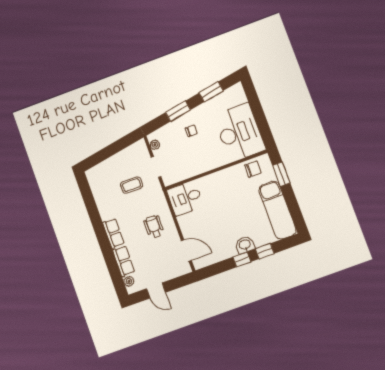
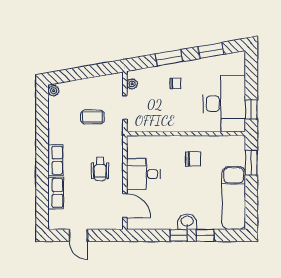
window: (264, 129) -> (251, 109), added
chair: (253, 169) -> (193, 159), moved
desk: (185, 198) -> (143, 174), moved
wheelchair: (154, 227) -> (100, 169), turned 180
plant: (129, 281) -> (54, 91), moved

